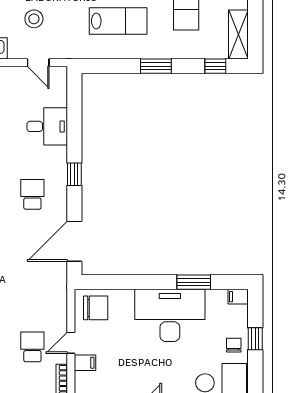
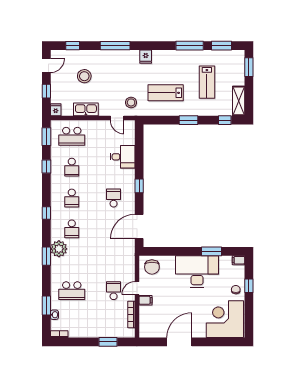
stool: (34, 19) -> (131, 102), moved
lab bench: (118, 21) -> (166, 93), turned 180
chair: (96, 308) -> (152, 267), turned 90

